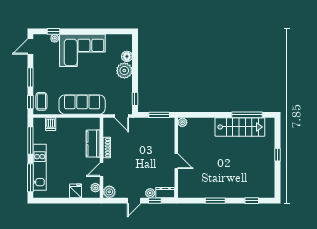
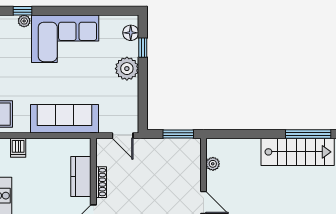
floor lamp: (127, 56) -> (131, 33), moved
window: (135, 99) -> (143, 48), moved
plant: (182, 122) -> (213, 164), moved

